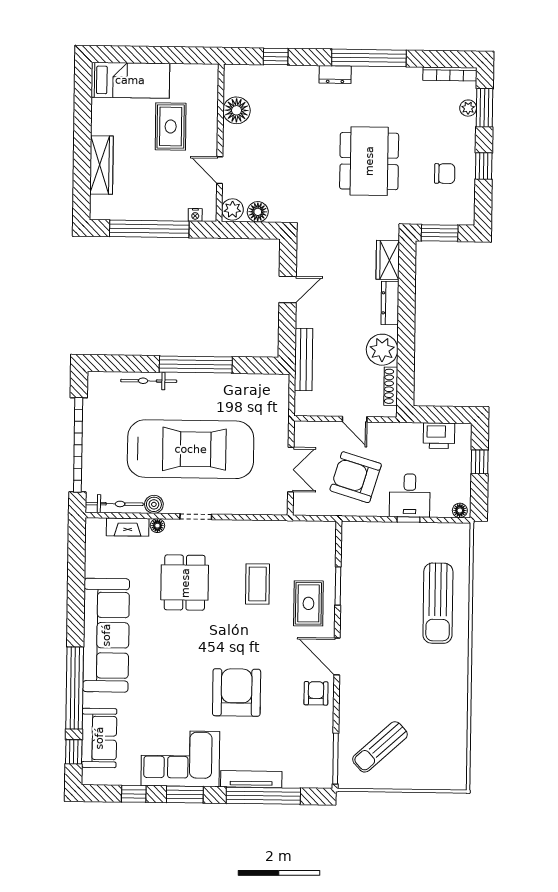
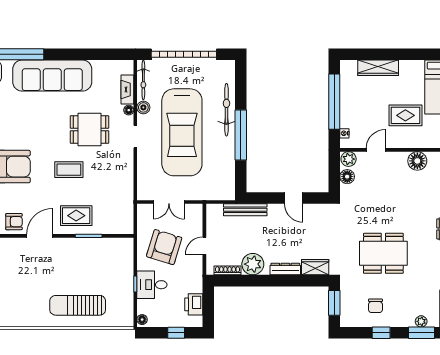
bicycle: (149, 381) -> (226, 110), width x1.37, depth x1.40
coffee table: (258, 584) -> (69, 170), moved

